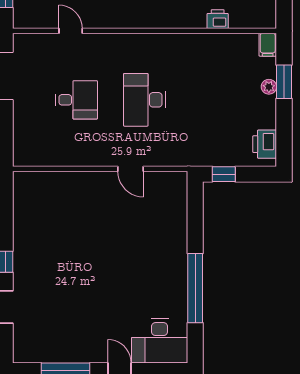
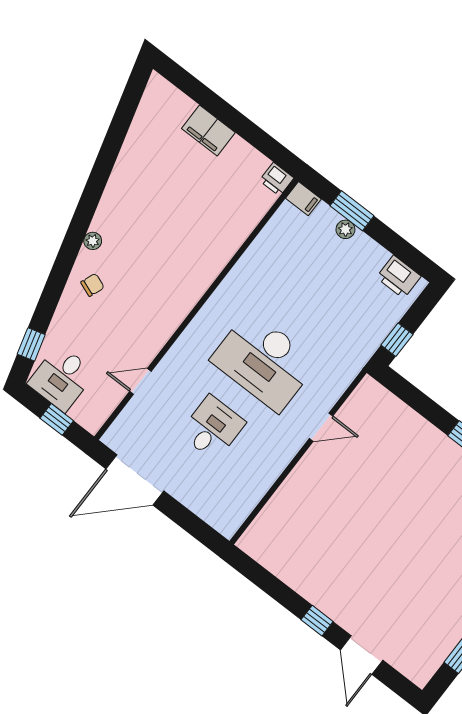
printer: (218, 19) -> (277, 179), moved, turned -90
desk: (145, 100) -> (264, 361), width x1.36, depth x1.30

